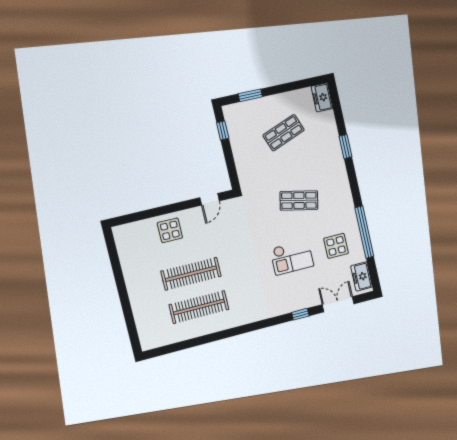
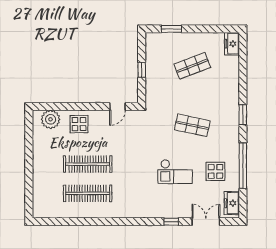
window: (223, 131) -> (142, 70), moved
window: (345, 147) -> (243, 115), moved
plant: (135, 233) -> (51, 119), added

